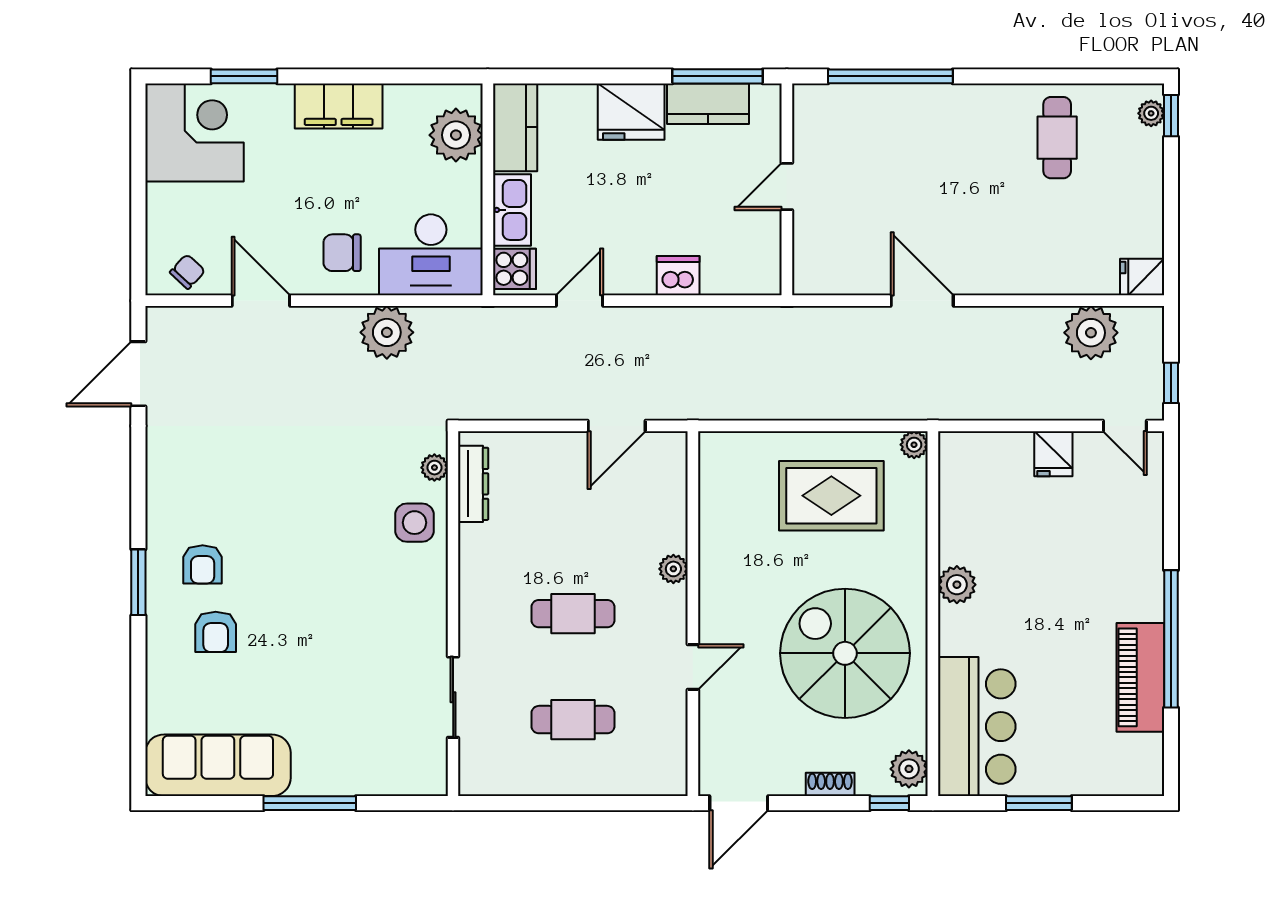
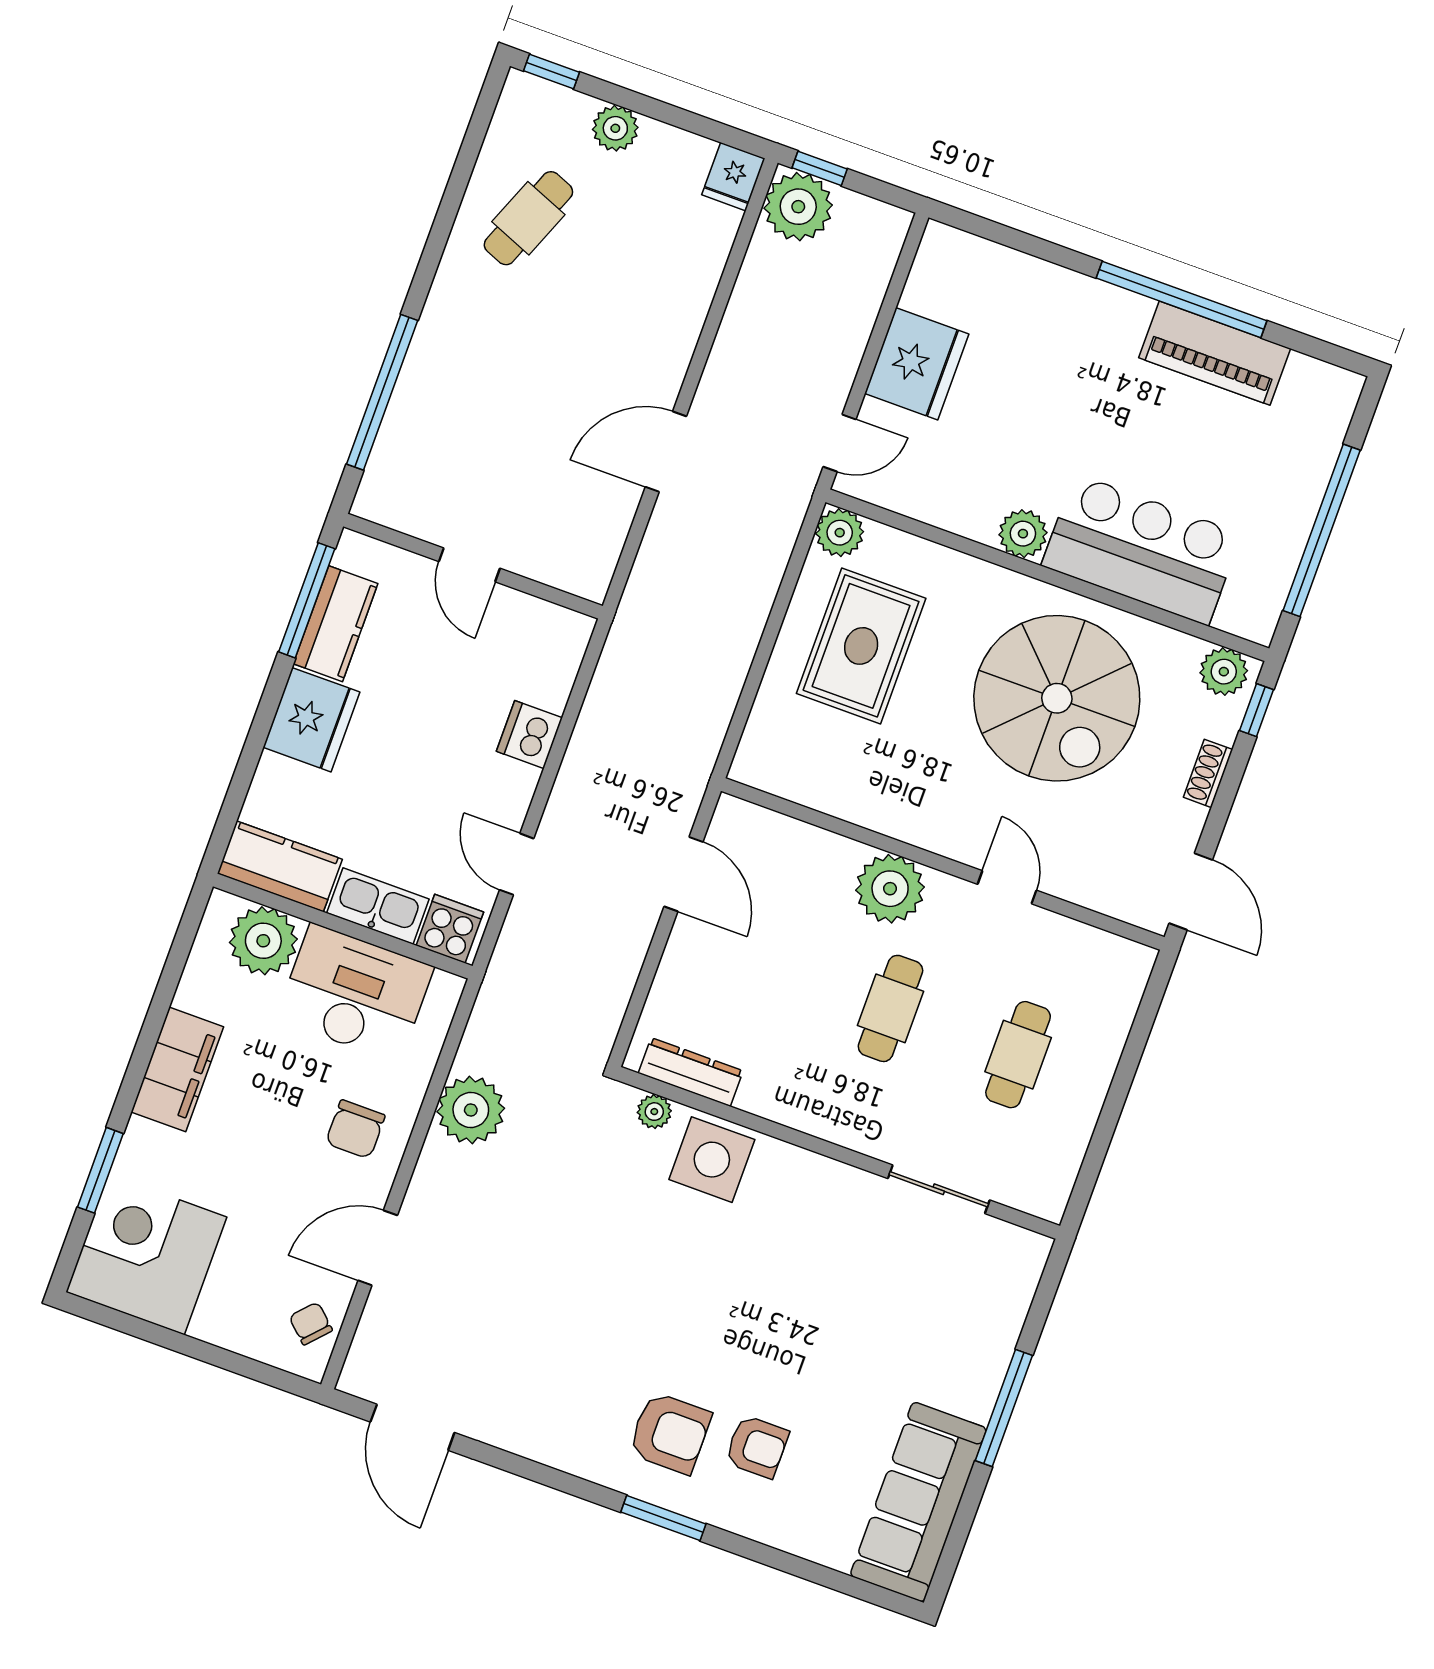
plant: (1151, 113) -> (615, 128), moved, width x1.38, depth x1.38
cafe table: (1057, 138) -> (528, 218), turned -68
desk: (431, 255) -> (355, 993), moved, turned -90
plant: (1091, 333) -> (798, 207), moved
window: (1171, 383) -> (820, 168), moved
door: (1125, 426) -> (840, 443), moved
plant: (914, 445) -> (840, 533), width x1.38, depth x1.38
fridge: (1053, 454) -> (917, 364), width x1.88, depth x1.34
side table: (414, 523) -> (712, 1160), width x1.37, depth x1.37
armchair: (203, 564) -> (670, 1433), width x1.38, depth x1.38
plant: (673, 569) -> (890, 889), width x1.87, depth x1.87
spiral stairs: (845, 653) -> (1057, 698), turned -90
bar counter: (977, 727) -> (1141, 549), moved
window: (1039, 803) -> (1322, 530), width x2.11

